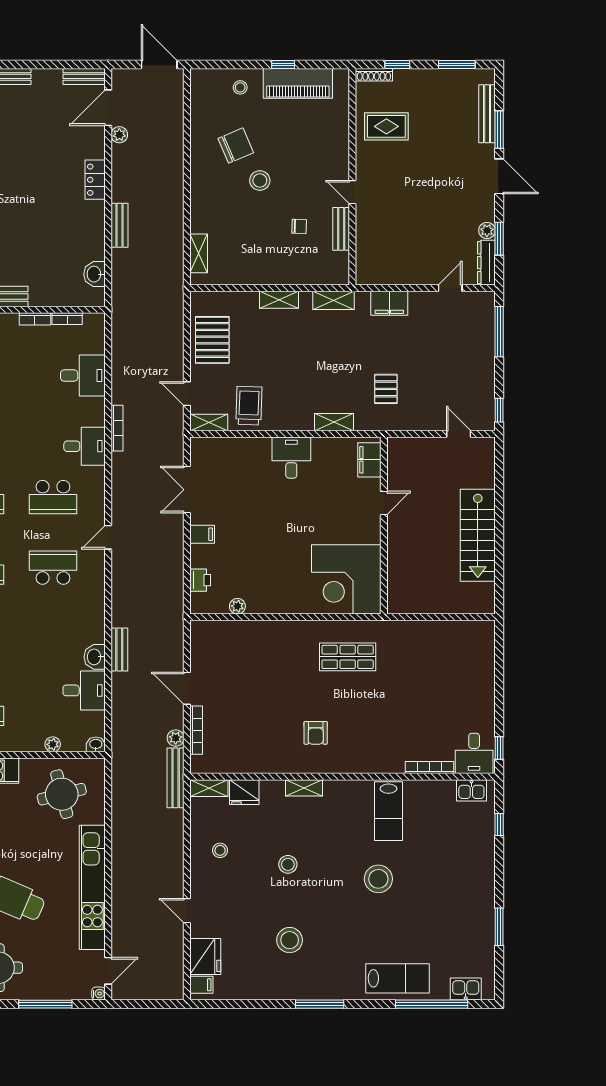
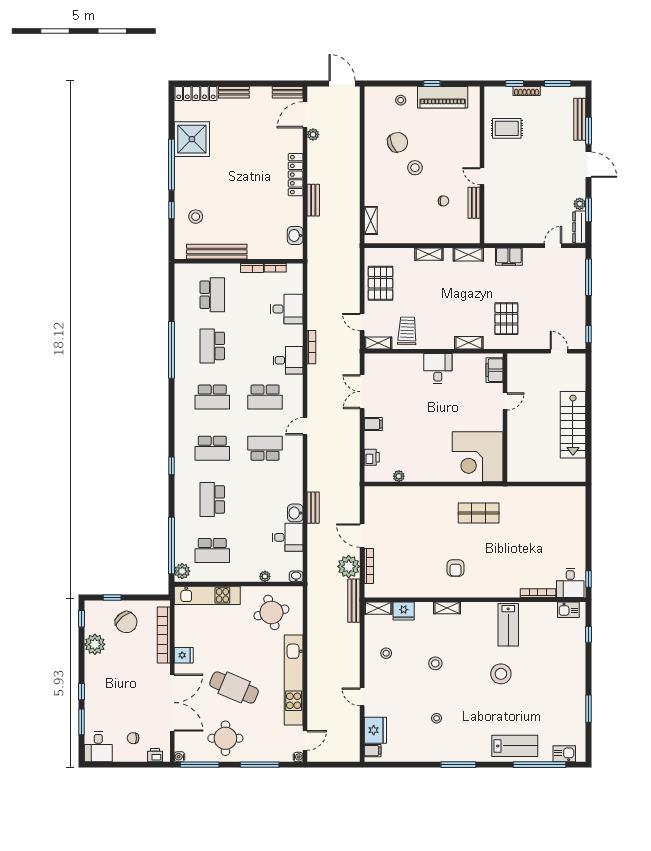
shoe rack: (374, 75) -> (527, 91), moved
locker: (95, 180) -> (296, 175), width x1.53
pallet: (386, 389) -> (506, 319), width x1.50, depth x1.42
plant: (176, 738) -> (349, 566), width x1.88, depth x1.88
stool: (290, 940) -> (437, 718), width x0.53, depth x0.53

